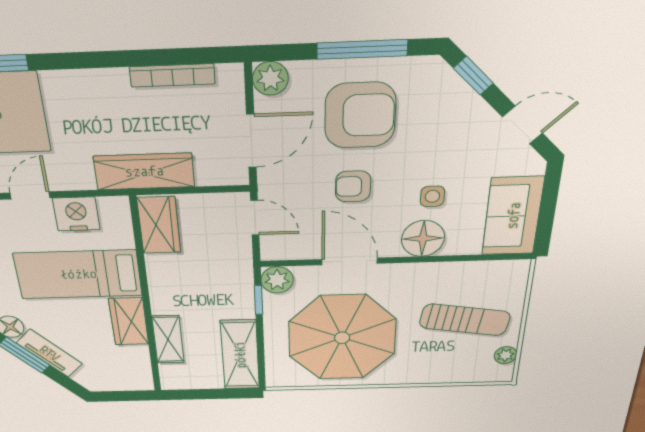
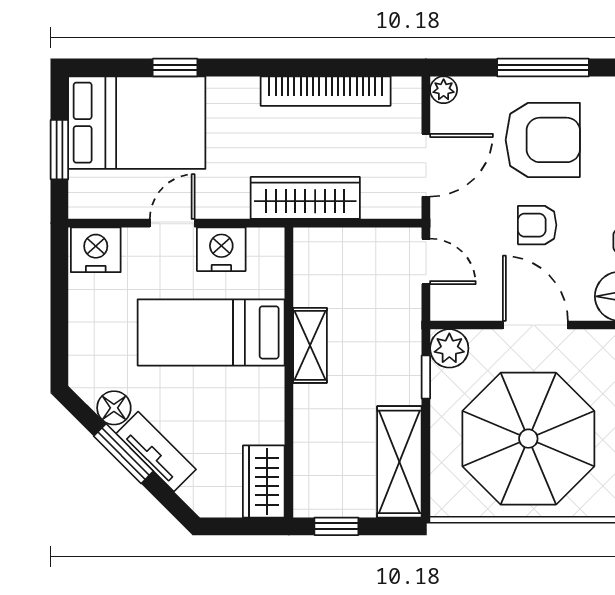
bookcase: (172, 75) -> (326, 91), width x1.48, depth x1.31
plant: (270, 78) -> (444, 90), width x0.73, depth x0.73
wardrobe: (159, 225) -> (315, 268), removed
wardrobe: (129, 321) -> (264, 481), moved
shelving: (168, 339) -> (310, 345), moved
window: (195, 394) -> (336, 526), added

